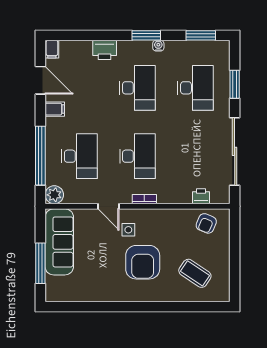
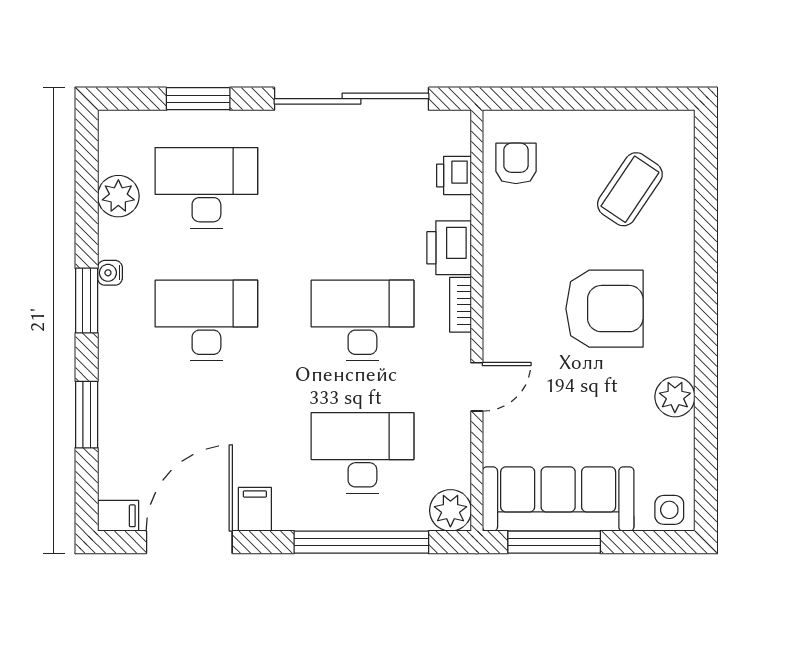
window: (201, 35) -> (87, 415), moved
plant: (192, 49) -> (118, 196), added
printer: (105, 50) -> (449, 248), moved, turned 180
door: (40, 80) -> (189, 542), width x1.36
armchair: (206, 223) -> (516, 163), turned -113
side table: (128, 230) -> (669, 510), moved
window: (40, 263) -> (554, 542), moved
plant: (104, 293) -> (675, 397), added

